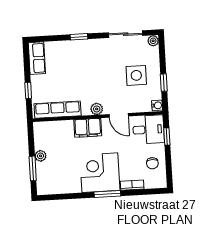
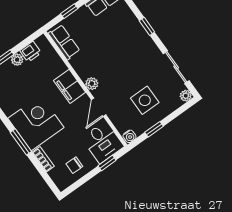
row of seats: (58, 110) -> (64, 42), width x0.68
printer: (41, 141) -> (31, 52), added

